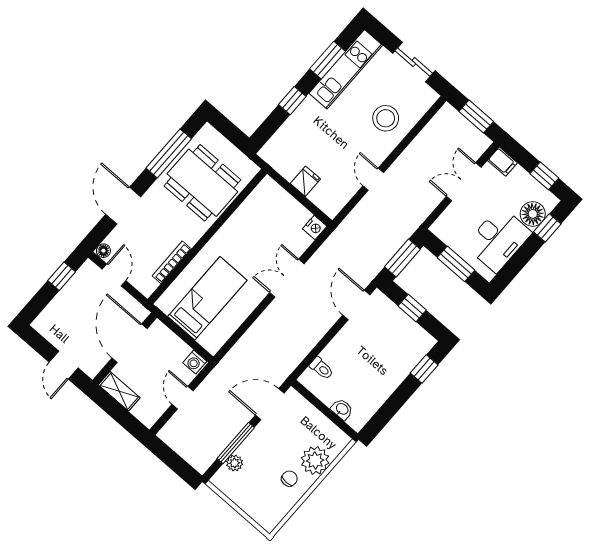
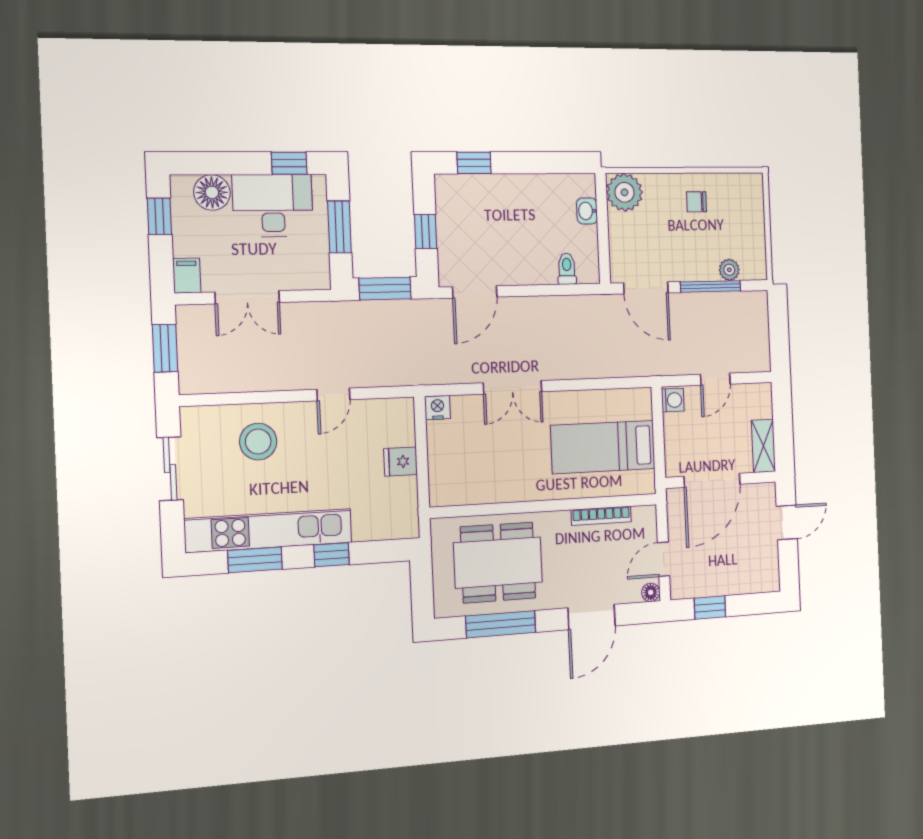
kitchen unit: (346, 69) -> (269, 531), width x1.36
dining table: (202, 183) -> (498, 563), turned 90
window: (547, 228) -> (289, 163), moved
plant: (315, 460) -> (624, 192), moved

